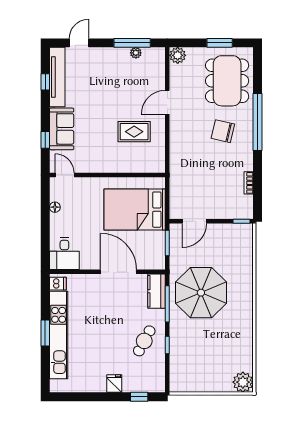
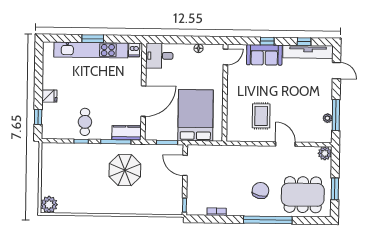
window: (45, 140) -> (267, 41), moved
parasol: (201, 293) -> (125, 170), width x0.73, depth x0.73
cafe table: (144, 341) -> (85, 122), turned 62

